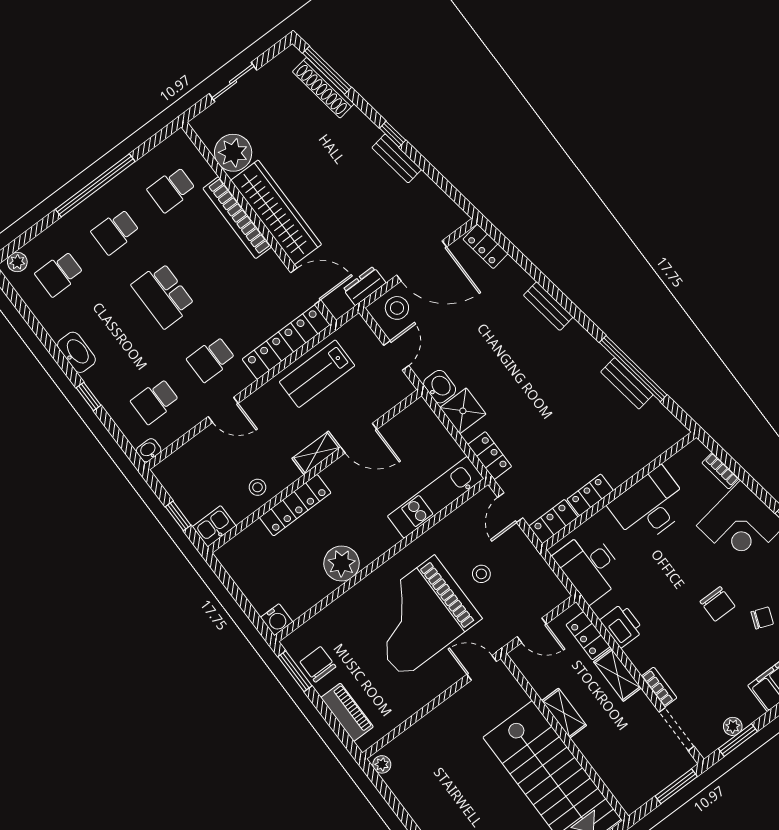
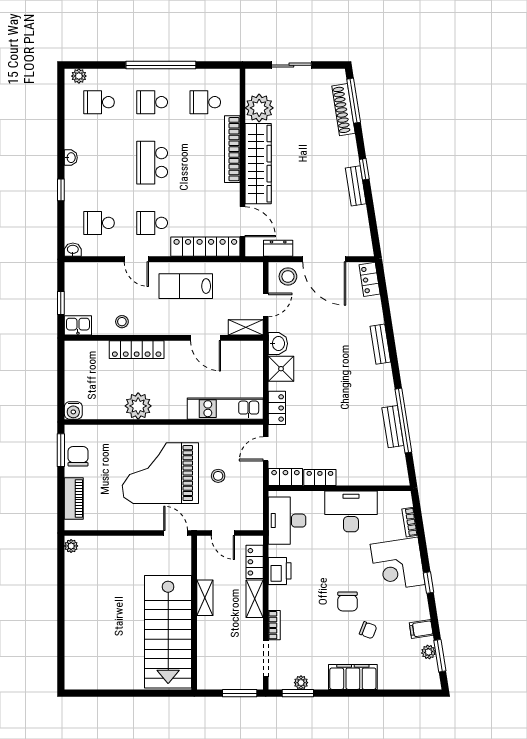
washbasin: (76, 352) -> (71, 158), width x0.52, depth x0.69
lab bench: (317, 374) -> (186, 286), moved
shelving: (316, 453) -> (246, 327), moved

